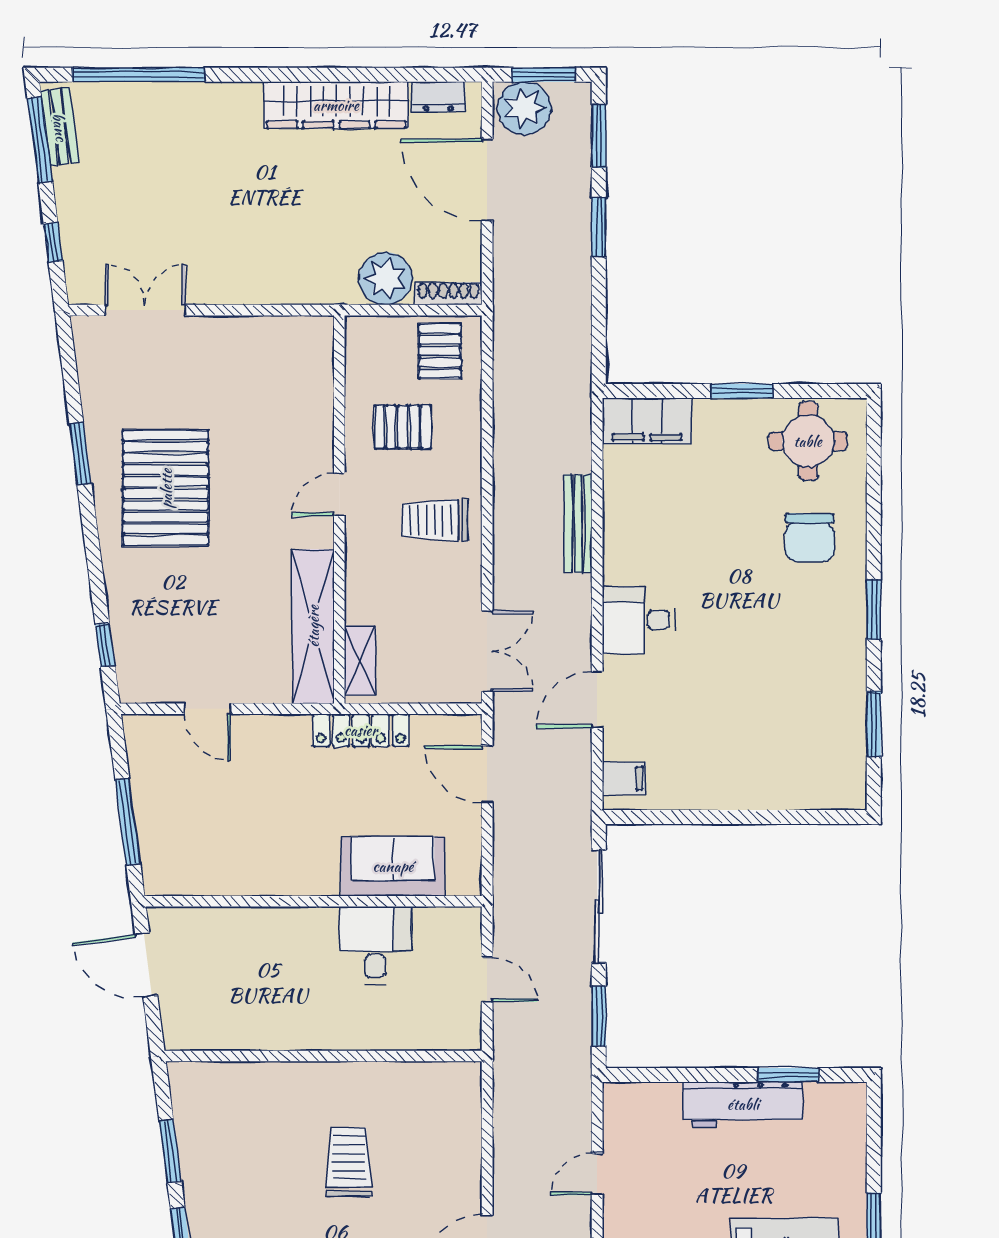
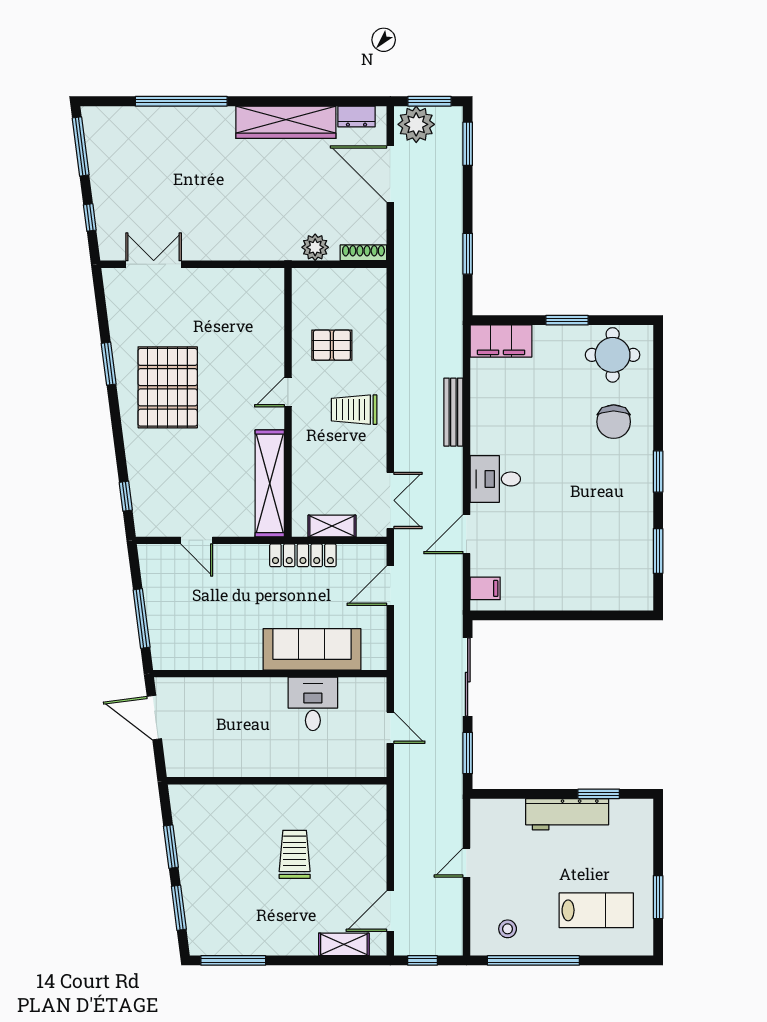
window: (139, 75) -> (181, 101), moved
bench: (60, 127) -> (94, 137), removed
window: (599, 227) -> (468, 254), moved
plant: (386, 279) -> (315, 247), width x0.73, depth x0.73
pallet: (440, 351) -> (358, 293), removed
shelving: (360, 660) -> (332, 526), moved, turned 90
door: (487, 774) -> (390, 586), hinge flipped
sofa: (393, 866) -> (312, 649), width x1.36

